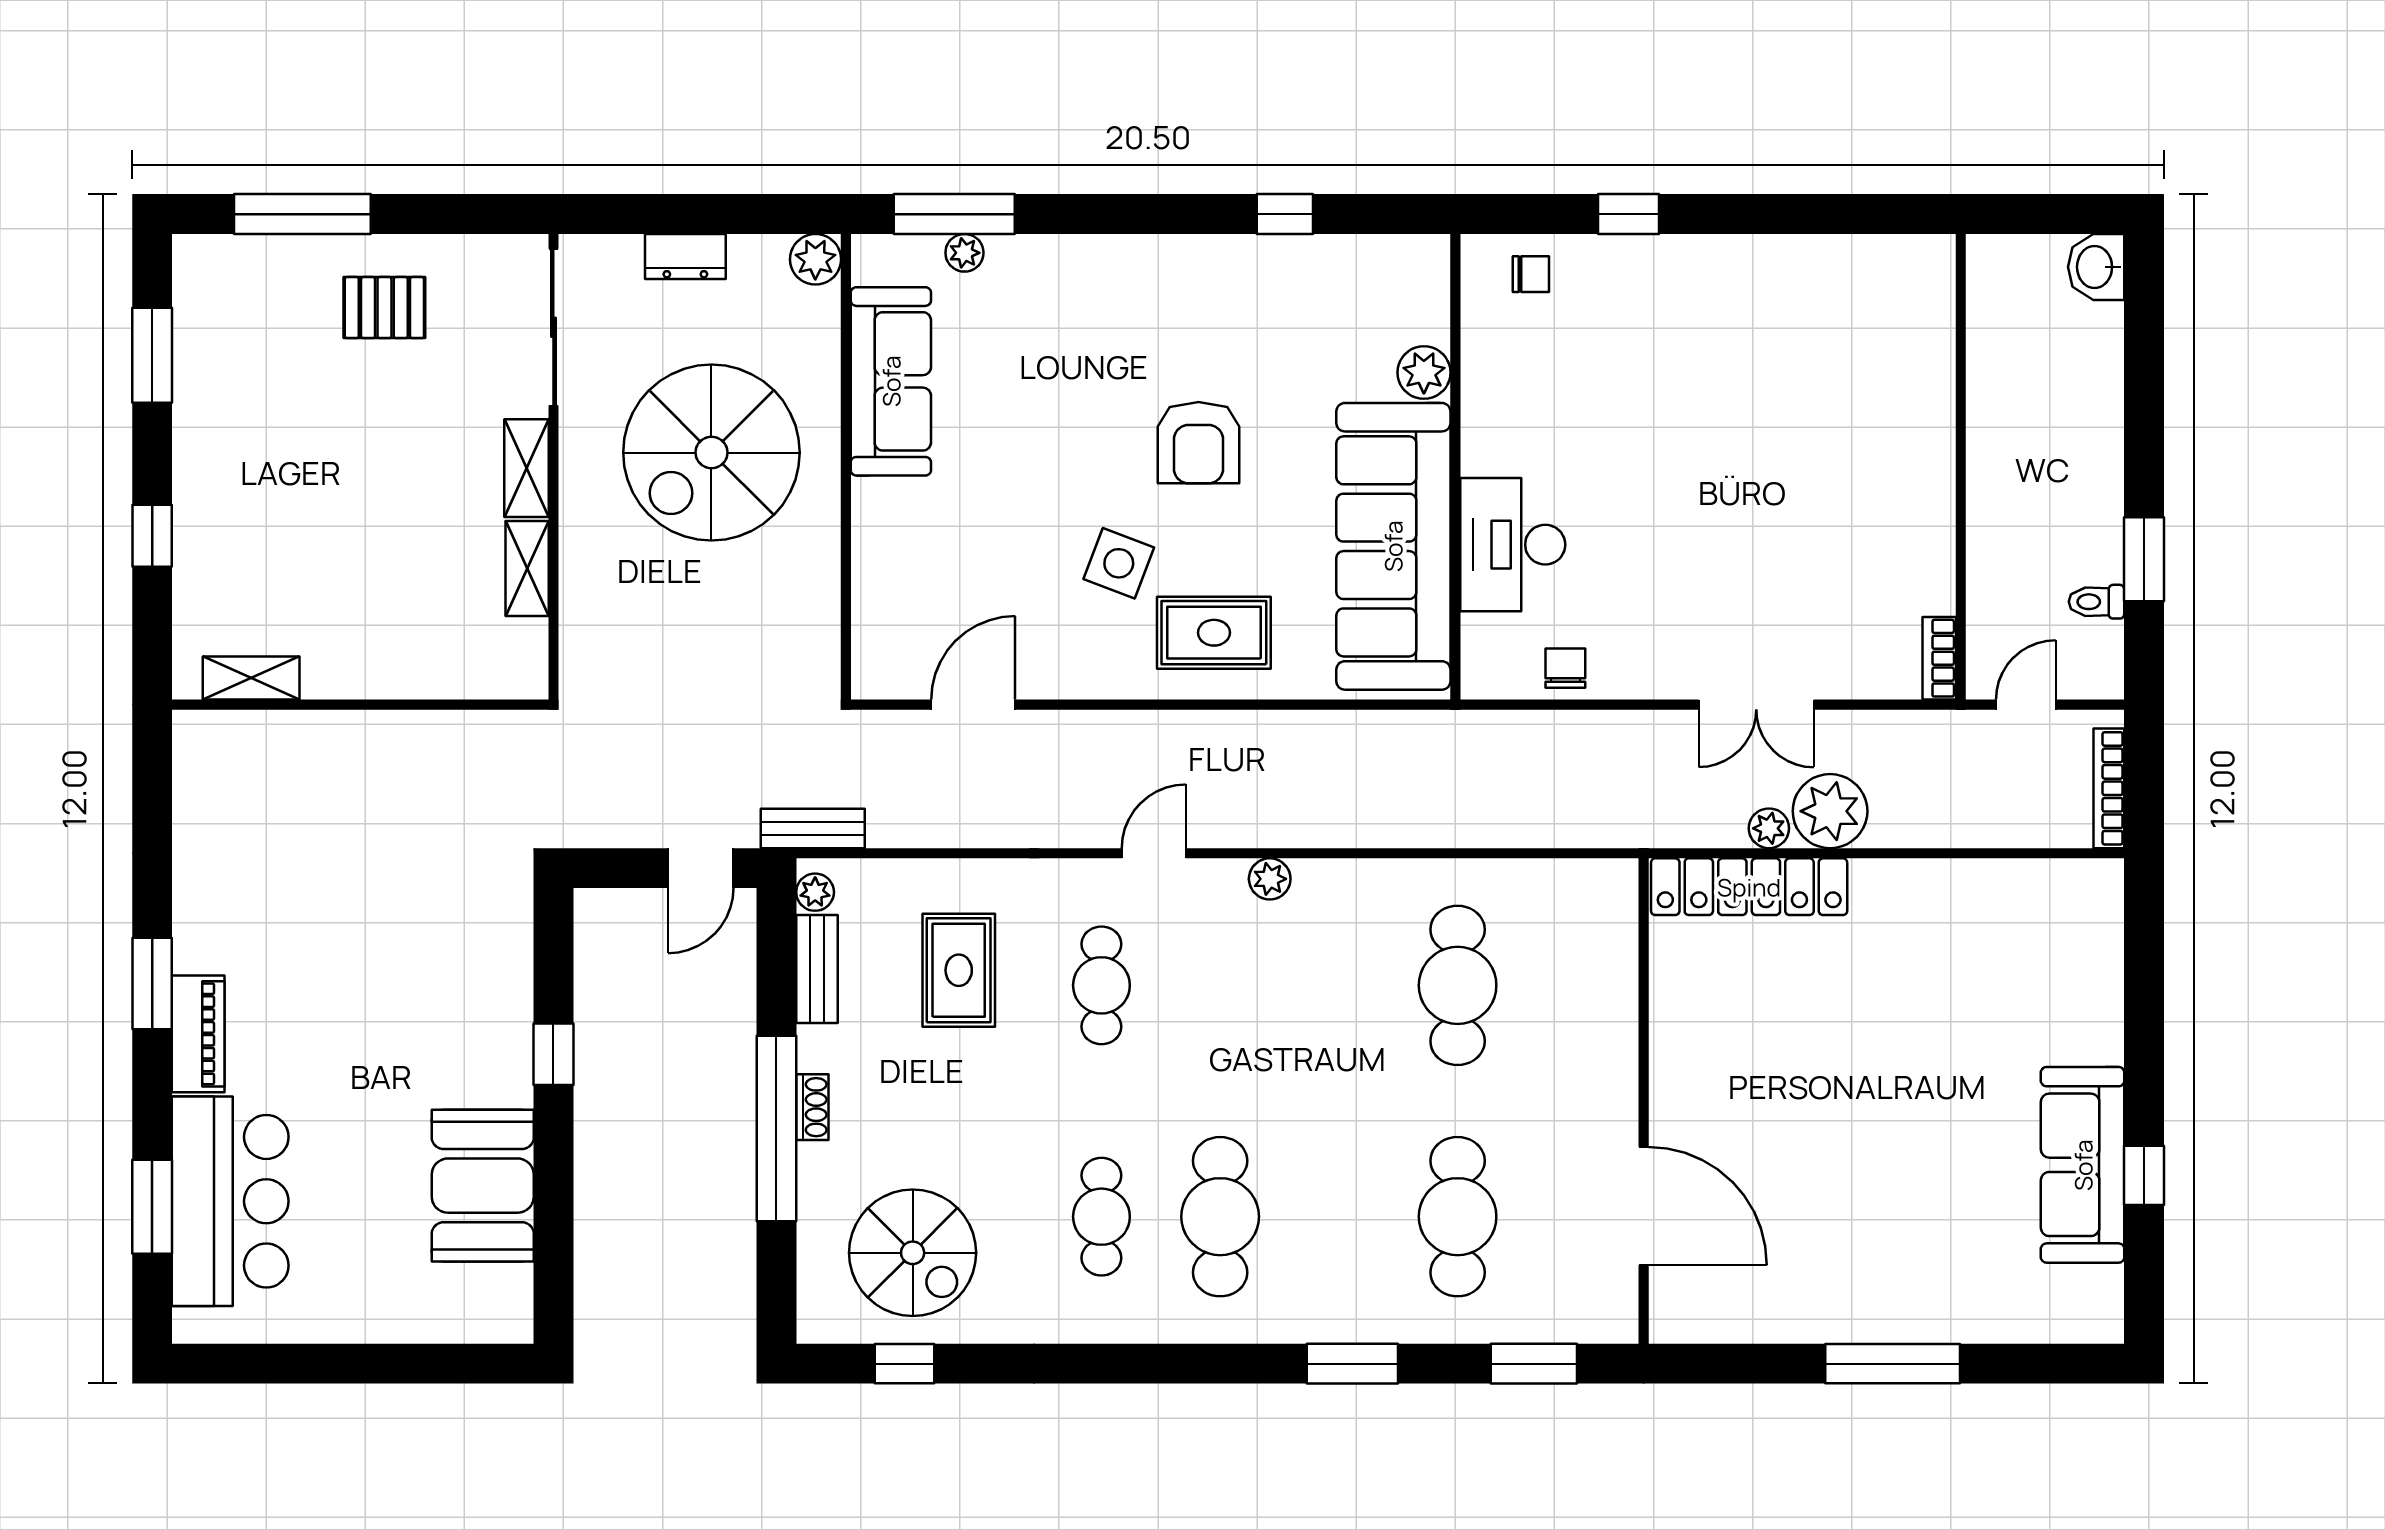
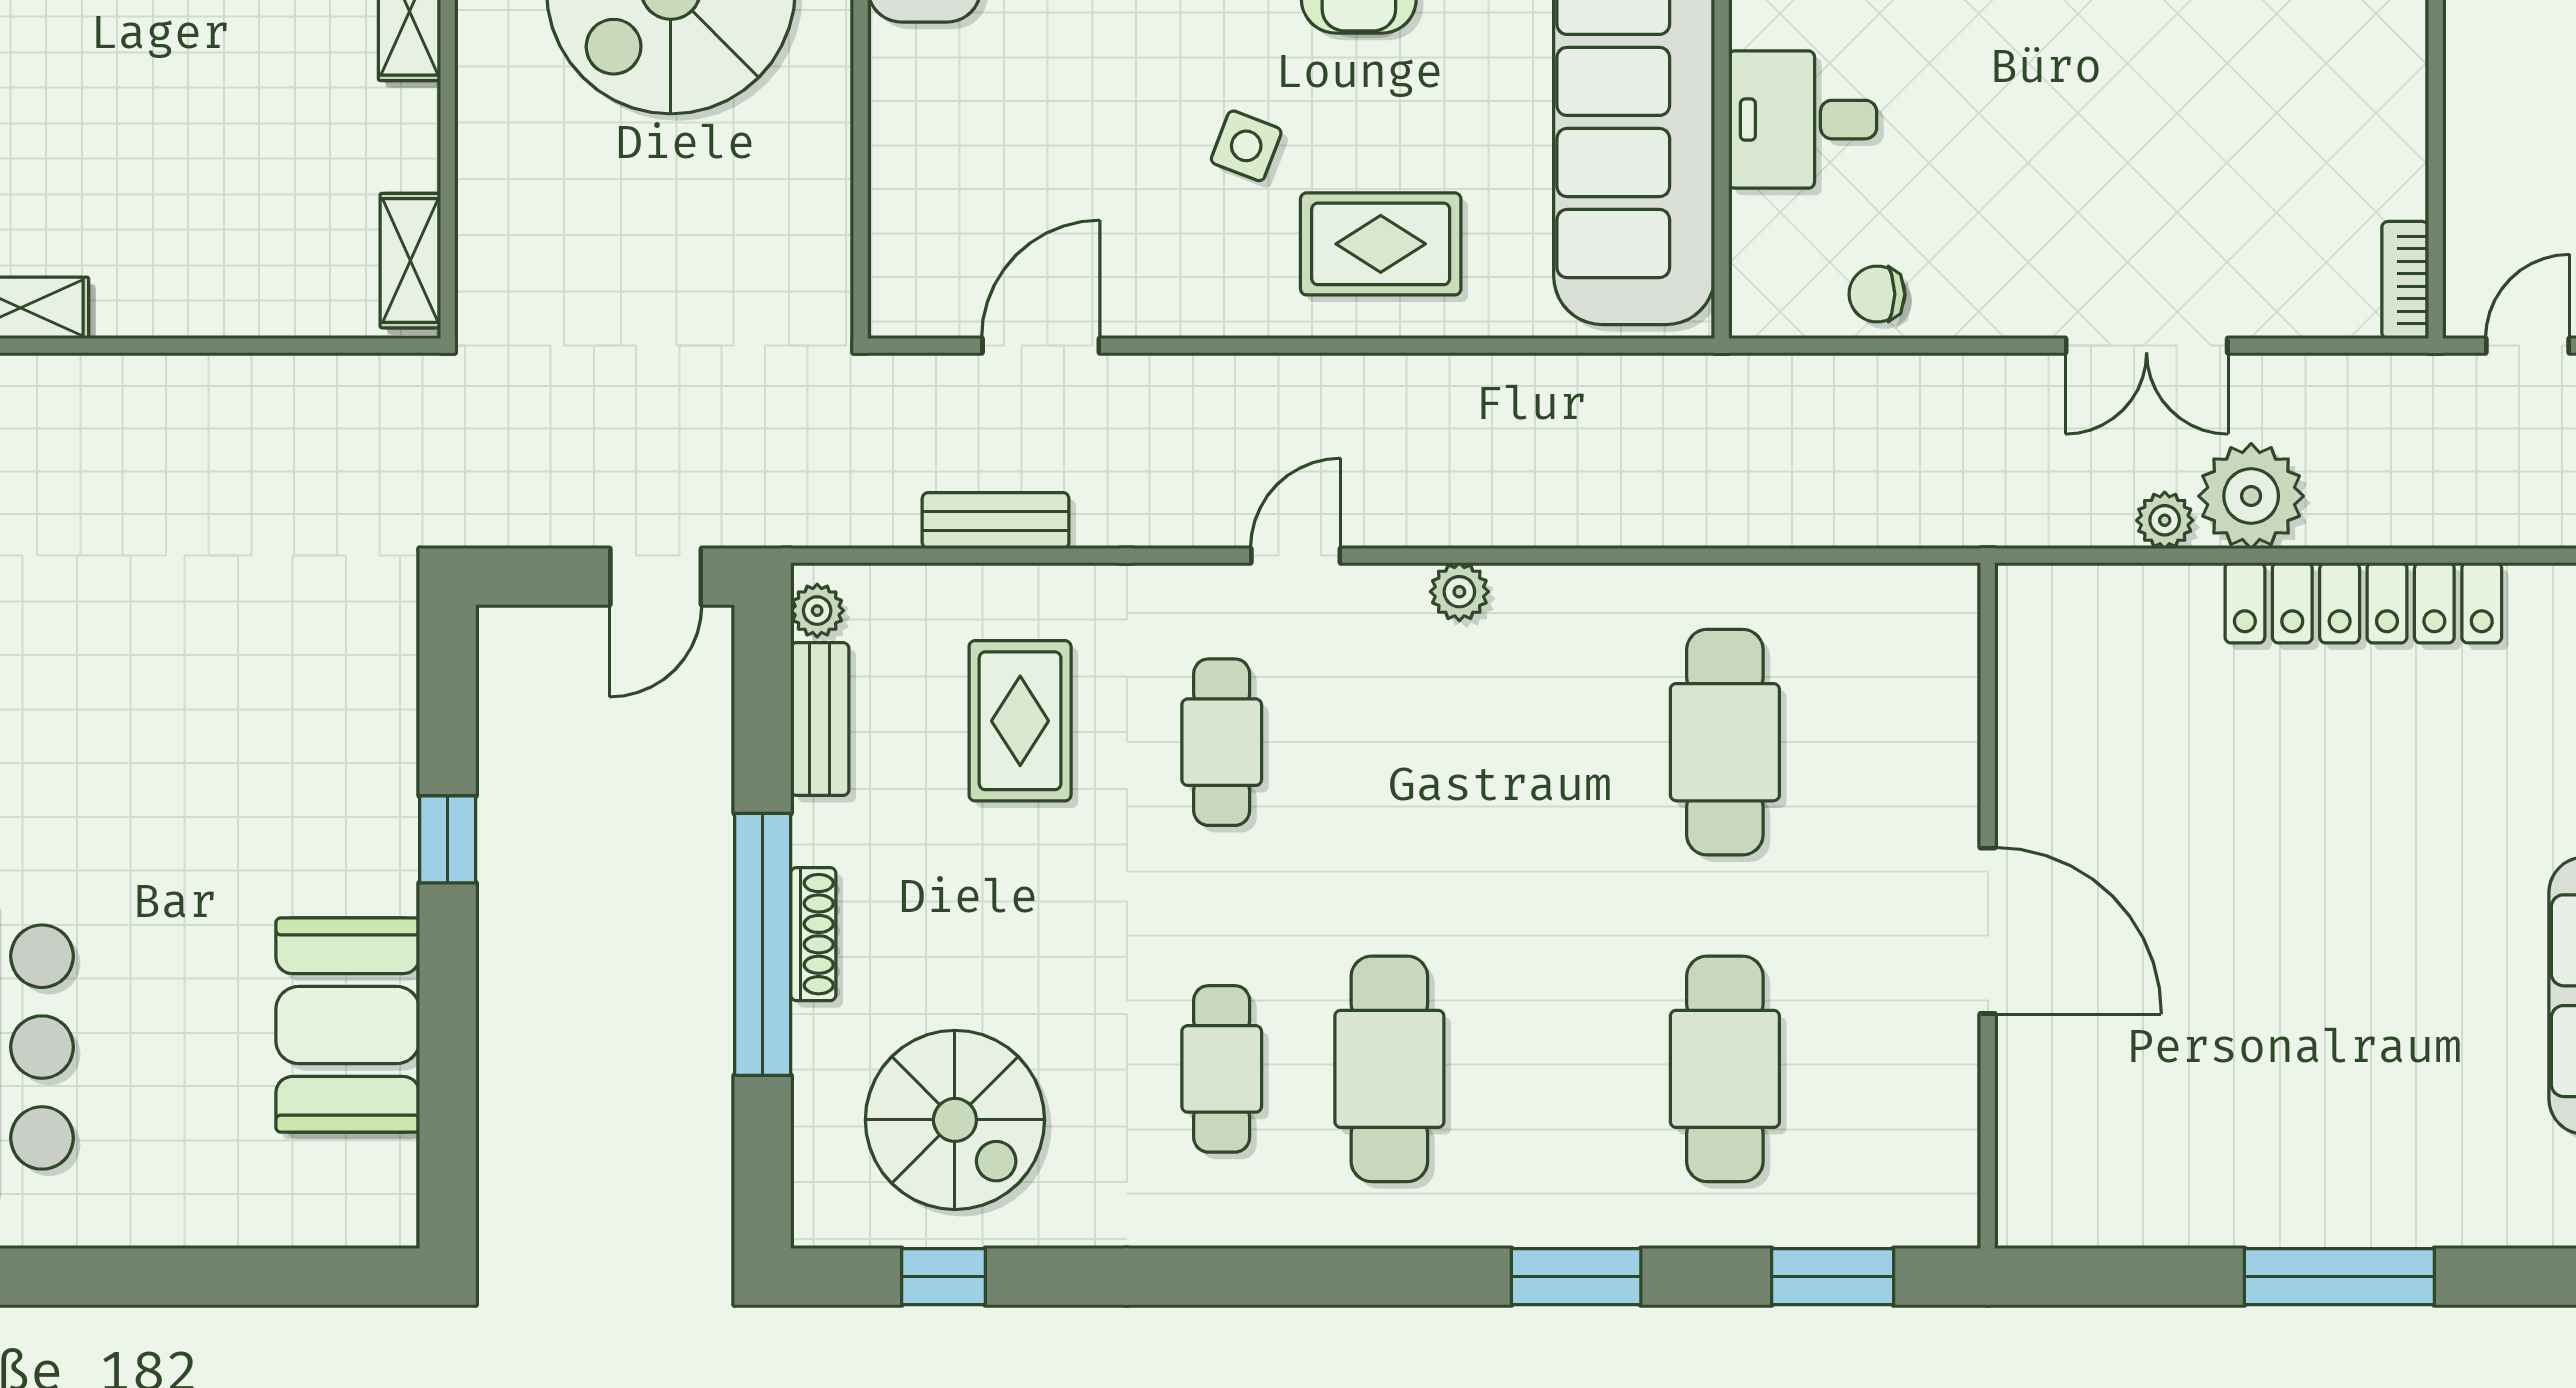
desk: (1513, 545) -> (1803, 120), width x0.73
side table: (1119, 563) -> (1246, 146), width x0.73, depth x0.73
shelving: (527, 569) -> (410, 261), moved
chair: (1565, 668) -> (1877, 294), turned -90
bench: (813, 828) -> (996, 521), moved
locker: (1749, 887) -> (2363, 603), moved
shoe rack: (812, 1107) -> (813, 934), width x1.43
door: (1644, 1206) -> (1988, 931), moved

